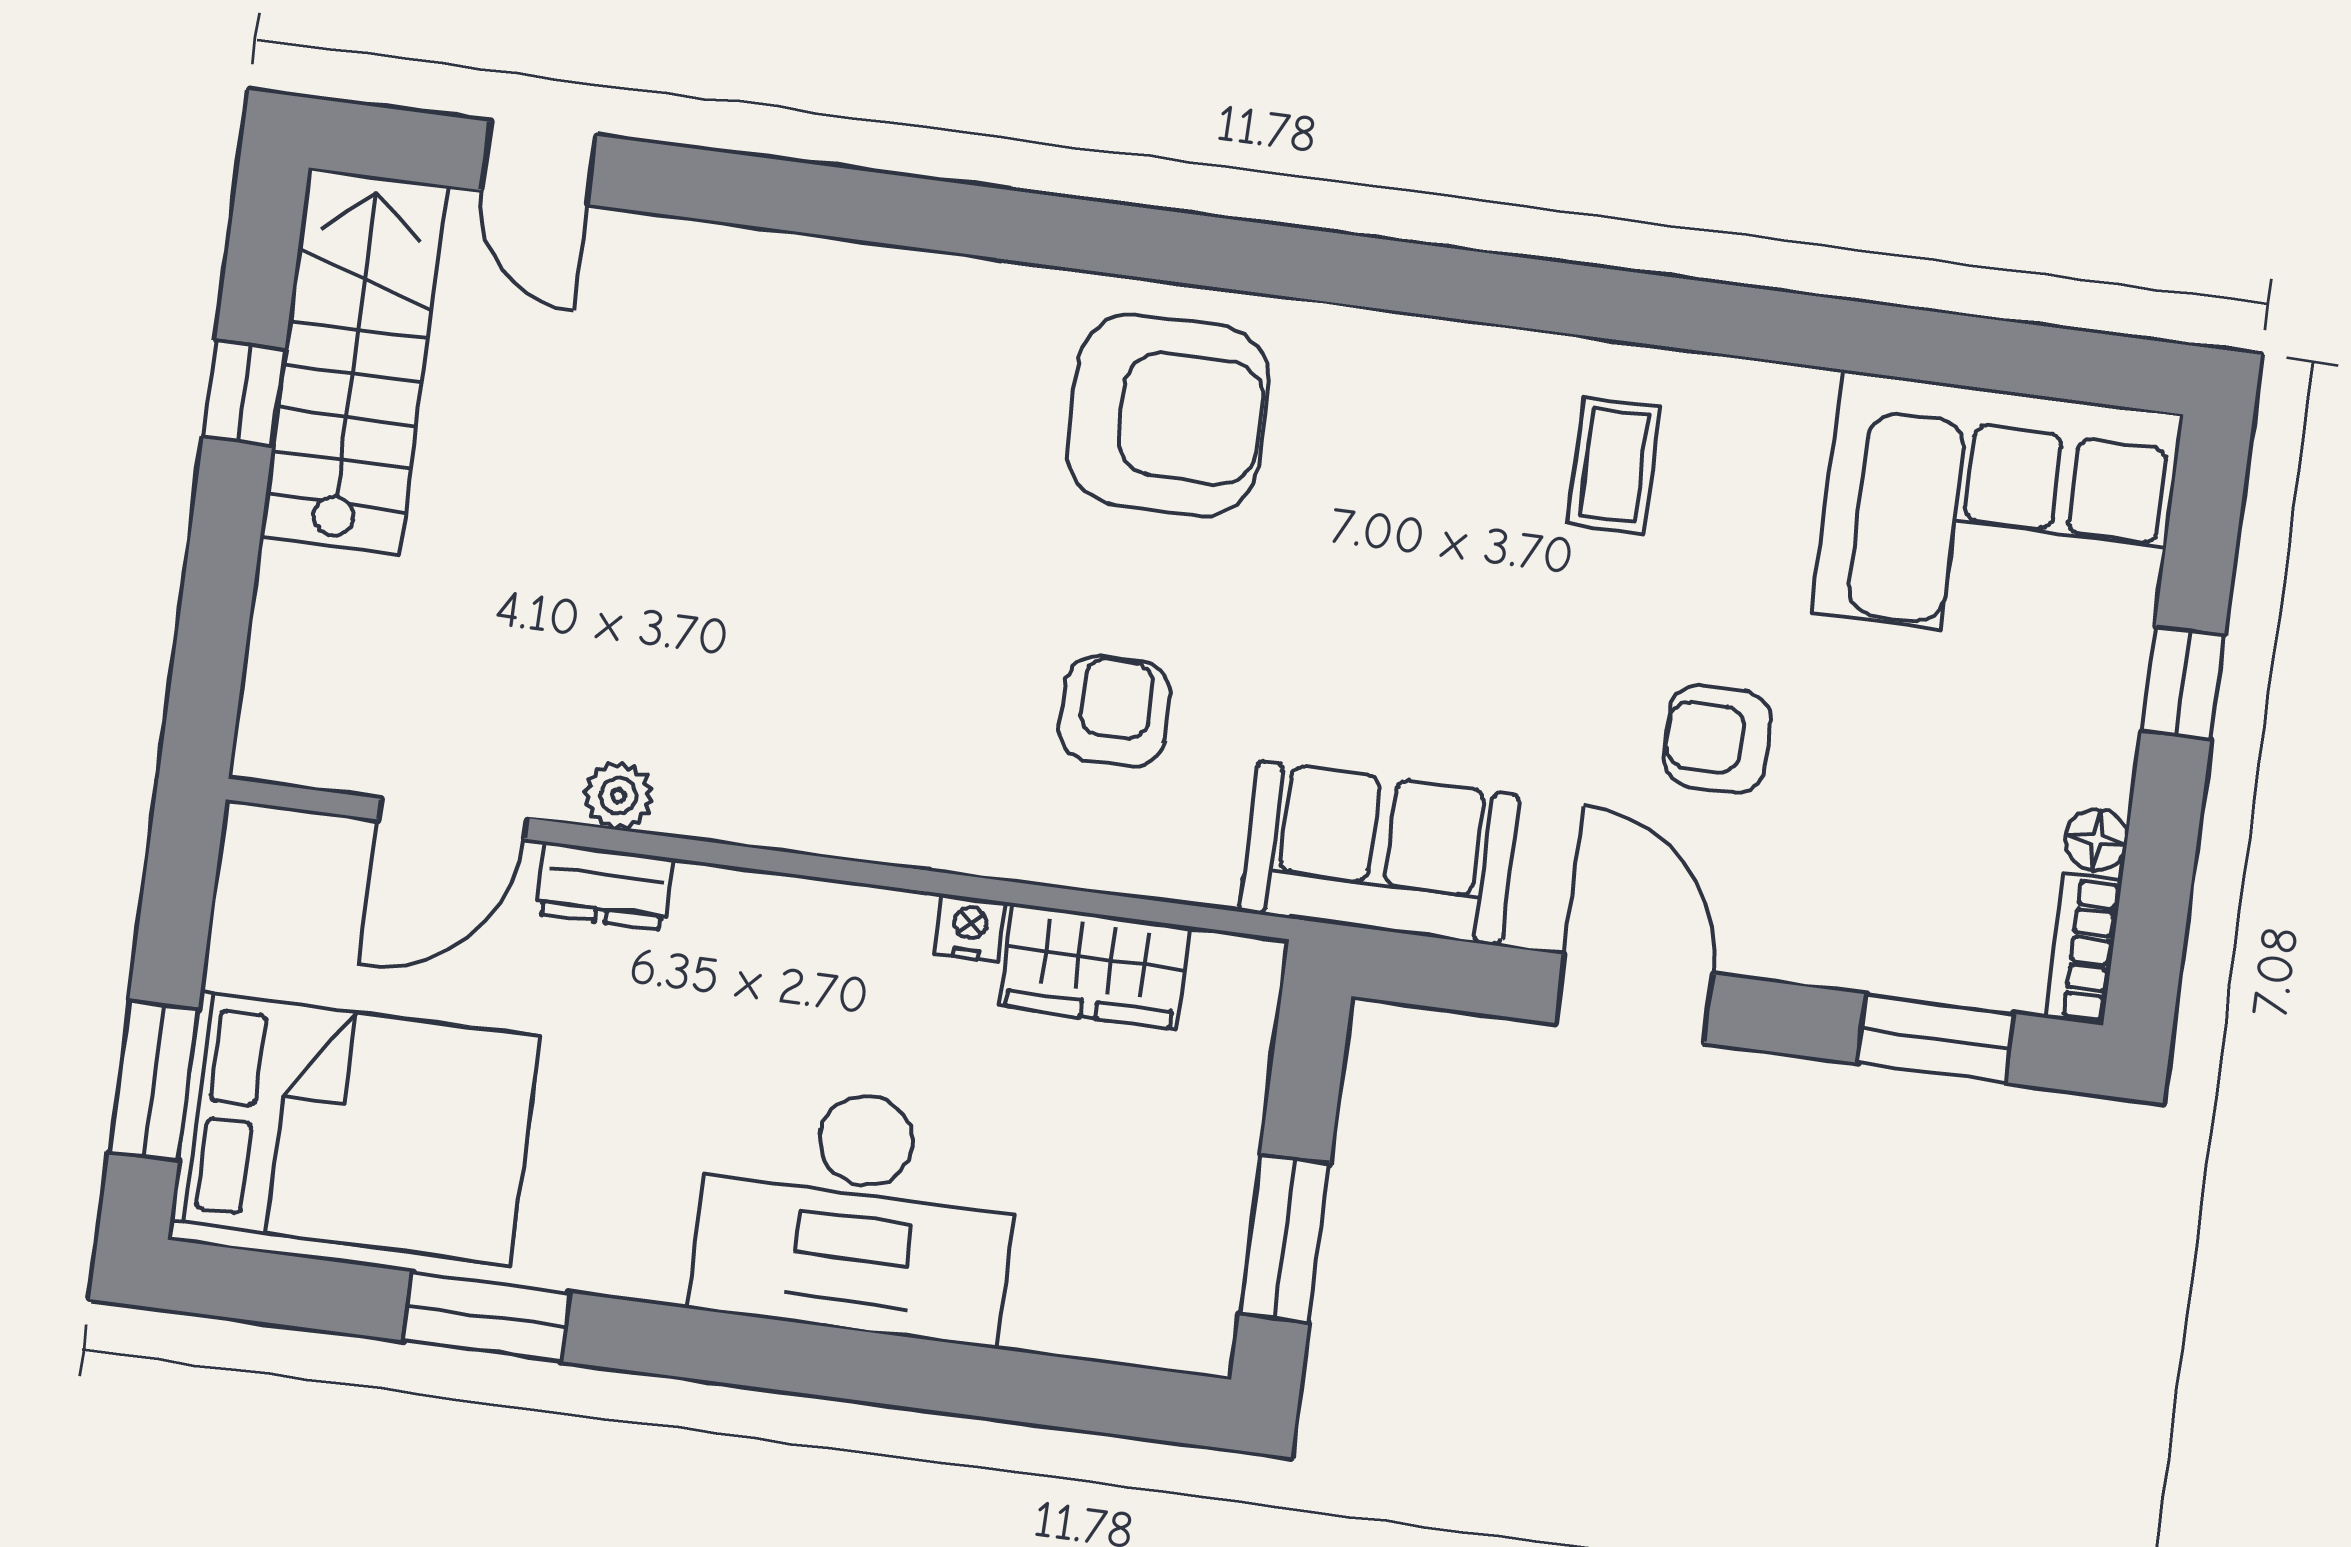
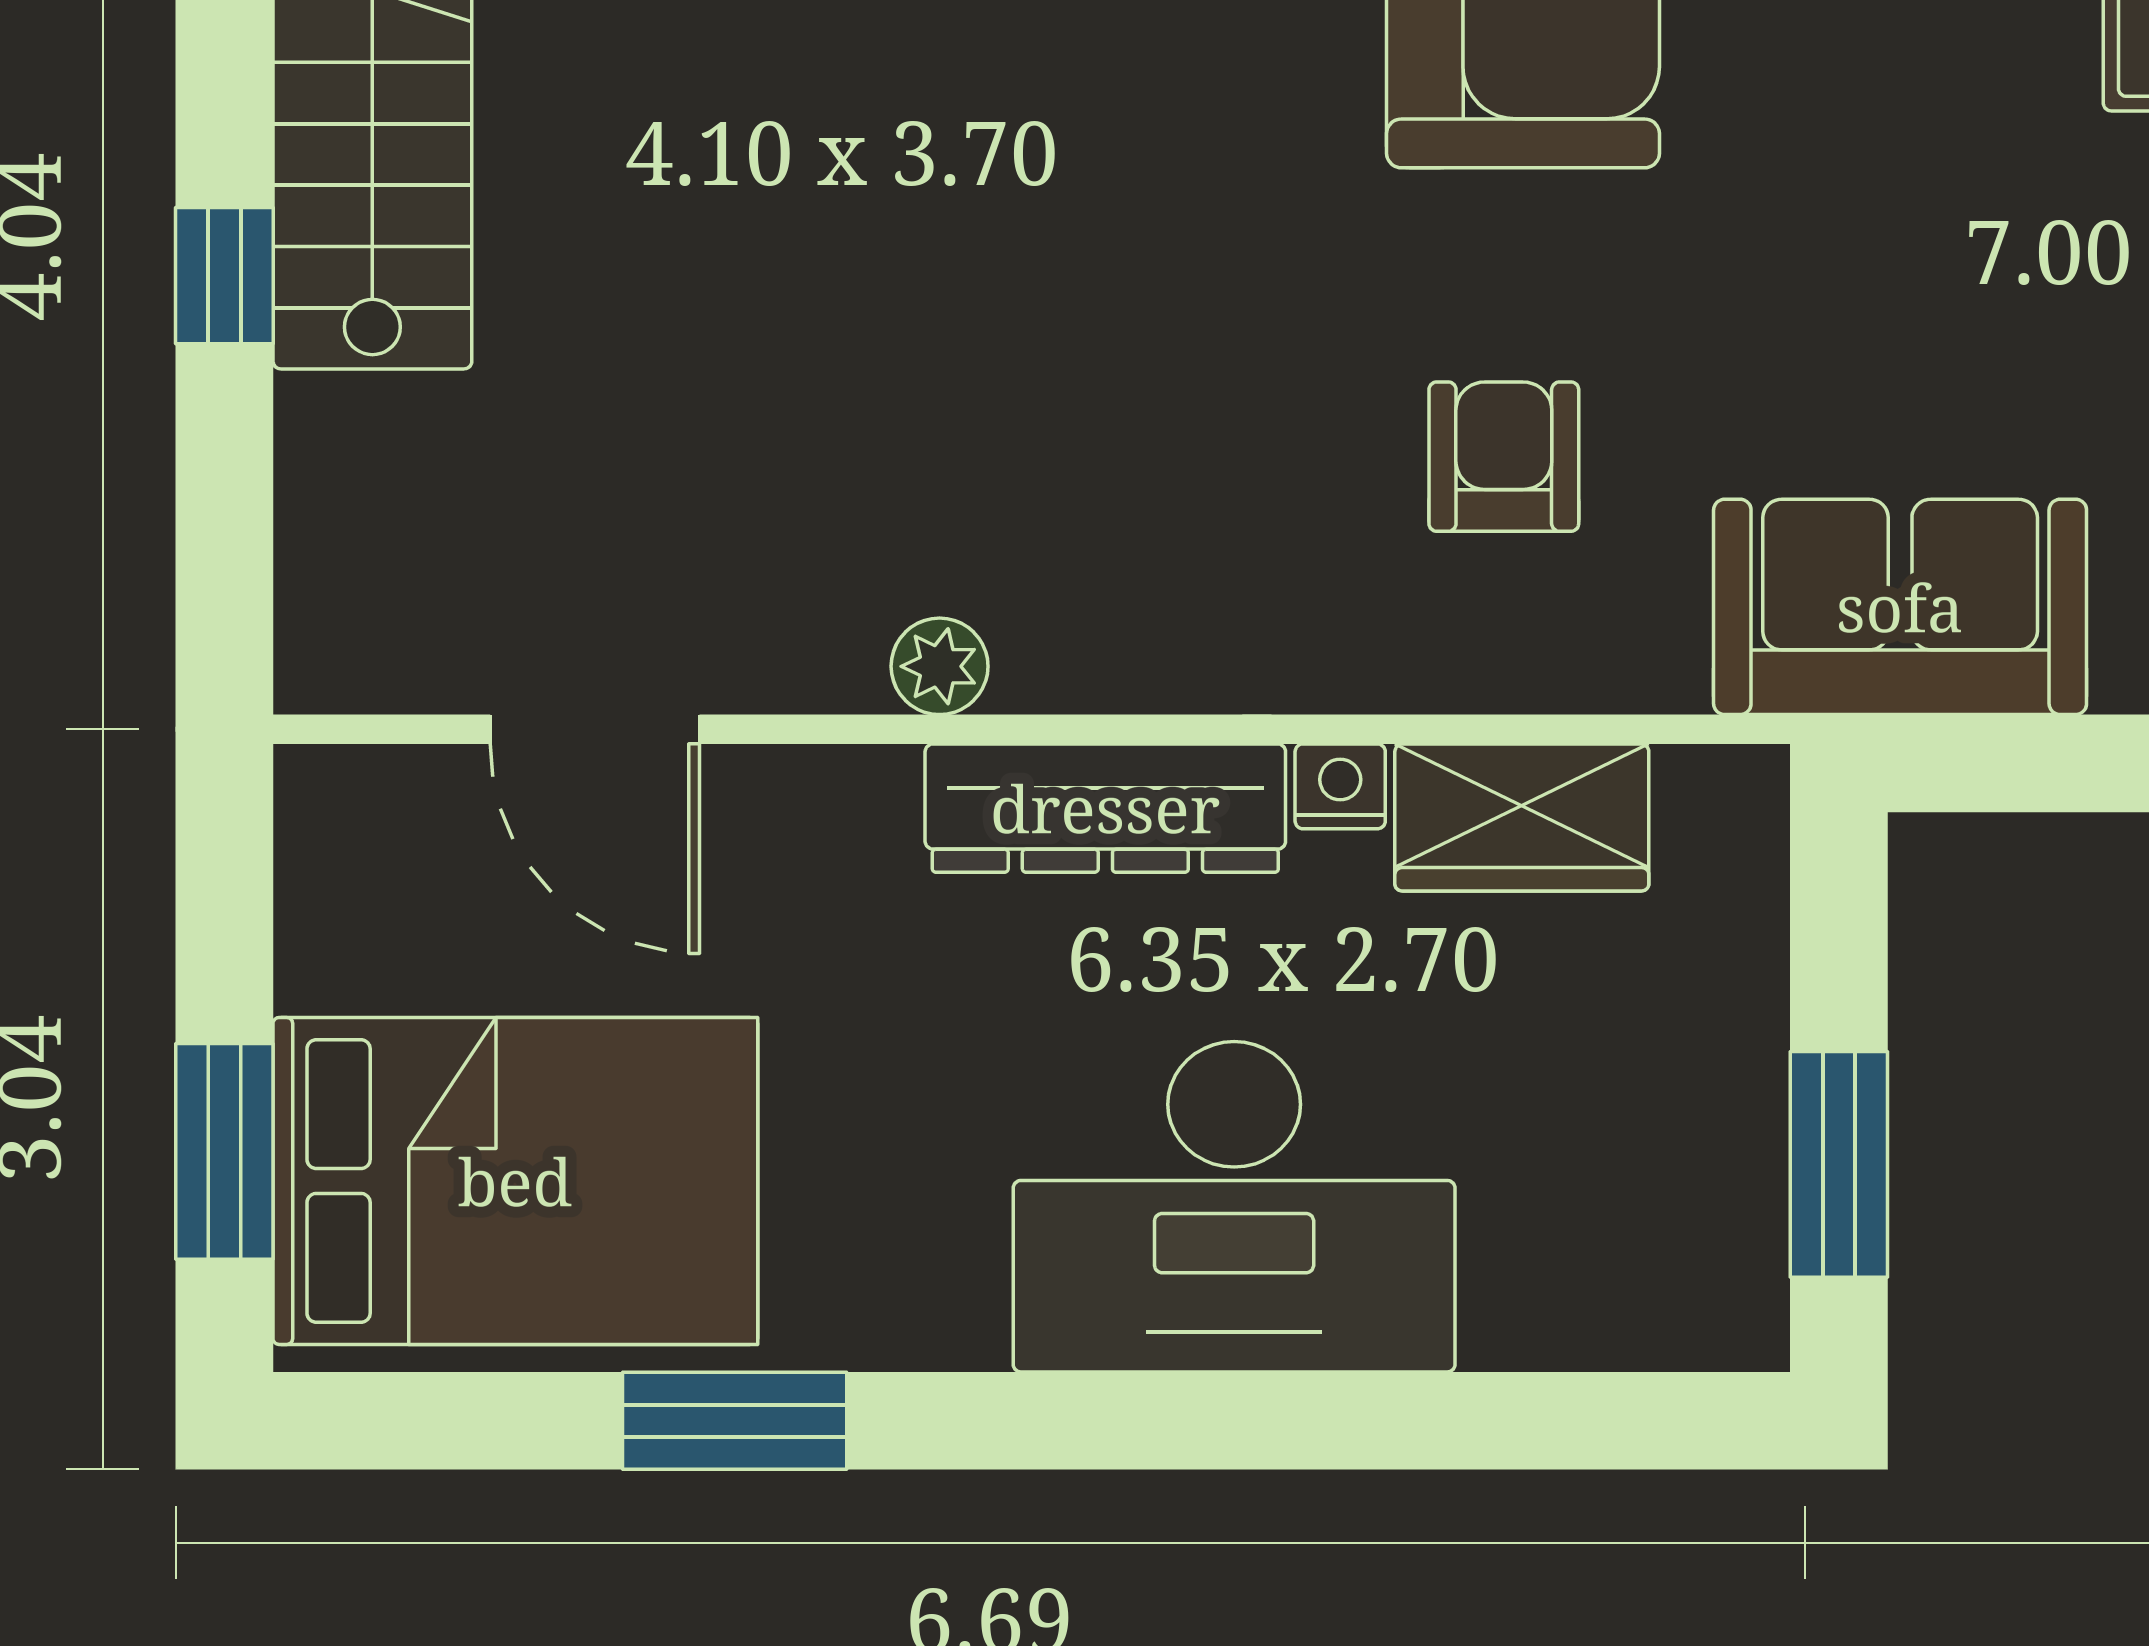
window: (244, 393) -> (224, 276), moved
plant: (618, 796) -> (940, 666), moved
door: (452, 819) -> (595, 729), hinge flipped
dresser: (605, 886) -> (1105, 808), moved, width x1.96, depth x1.24

